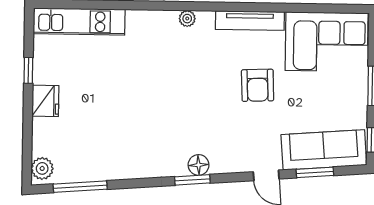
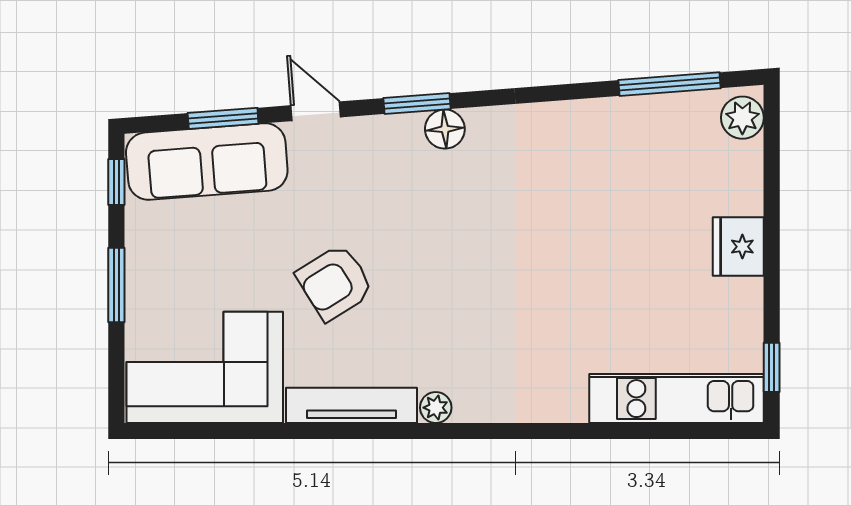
plant: (187, 19) -> (436, 408), moved
window: (28, 70) -> (772, 367), moved
armchair: (258, 85) -> (335, 283), turned -120
window: (192, 180) -> (417, 103), moved

